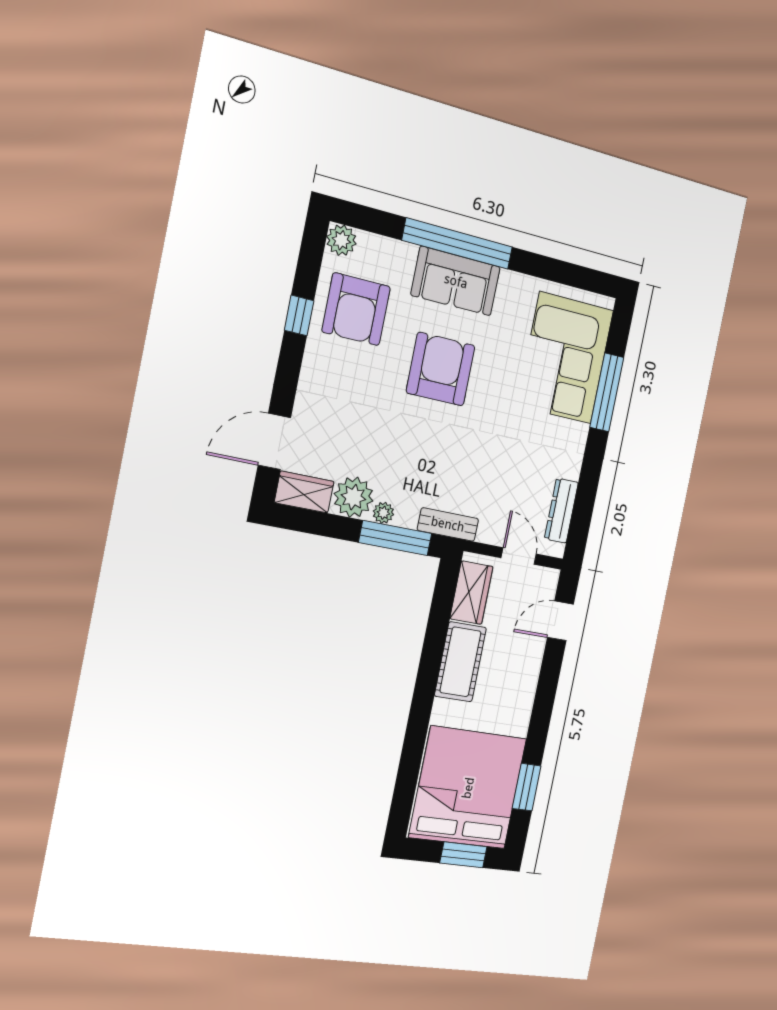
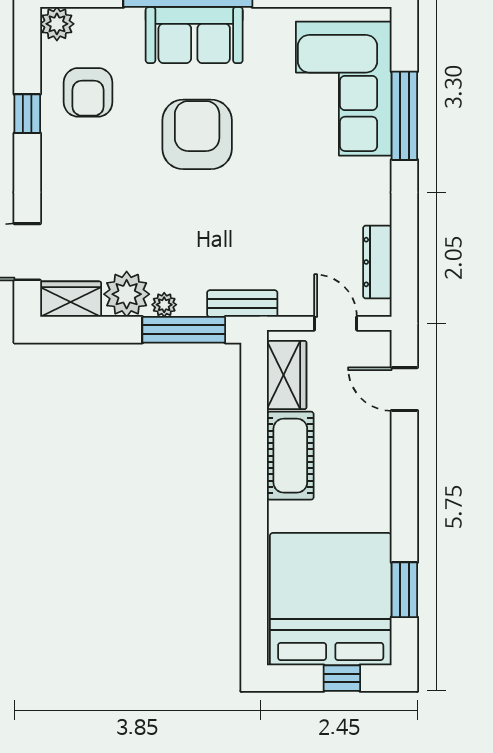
armchair: (356, 309) -> (88, 92), width x0.73, depth x0.73
door: (560, 621) -> (404, 389), hinge flipped
window: (463, 855) -> (342, 678), width x0.67

